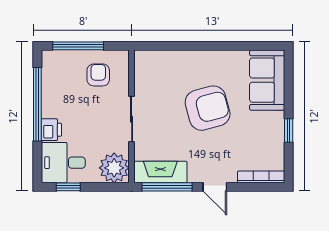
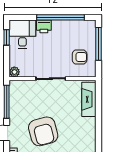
armchair: (208, 108) -> (43, 131), moved
plant: (114, 168) -> (14, 72), width x0.53, depth x0.53
fireplace: (160, 172) -> (89, 99), moved, turned 180

